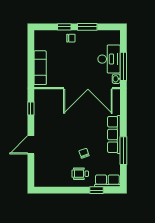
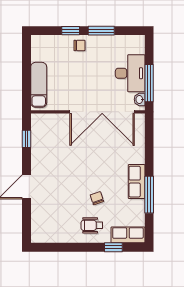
row of seats: (114, 135) -> (137, 182), width x0.68

